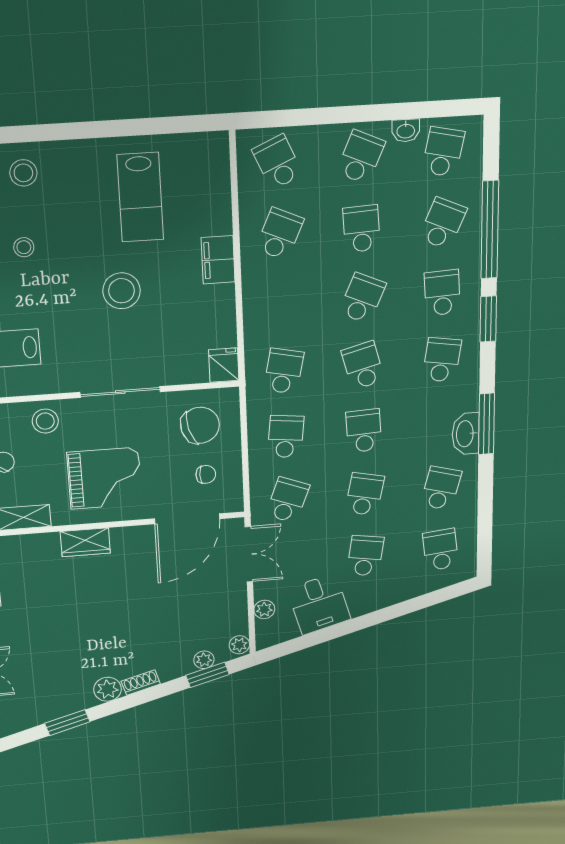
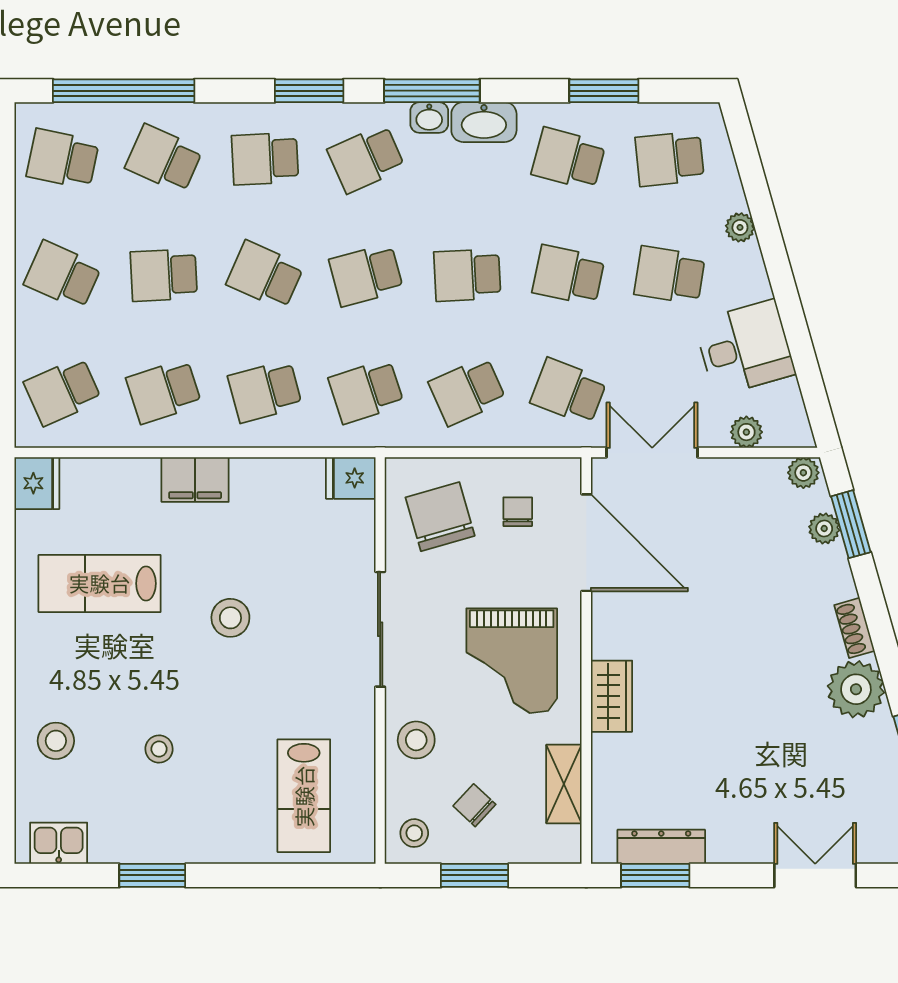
washbasin: (406, 131) -> (429, 118), moved, turned 90
fridge: (211, 148) -> (37, 483), added
lab bench: (140, 197) -> (100, 583), turned 180
window: (490, 230) -> (124, 91), moved
school desk: (280, 234) -> (164, 391), turned -42
stool: (122, 291) -> (230, 618), width x0.73, depth x0.73
school desk: (282, 304) -> (265, 391), added
school desk: (442, 360) -> (366, 159), turned -33
school desk: (284, 371) -> (366, 391), turned -30
window: (487, 424) -> (432, 91), moved
school desk: (286, 437) -> (467, 391), turned -30
grand piano: (105, 478) -> (512, 661), turned 180
window: (485, 507) -> (604, 91), added
plant: (396, 595) -> (740, 227), added
plant: (108, 689) -> (856, 689), width x1.36, depth x1.36

